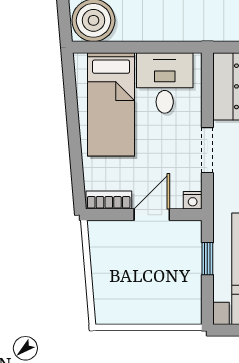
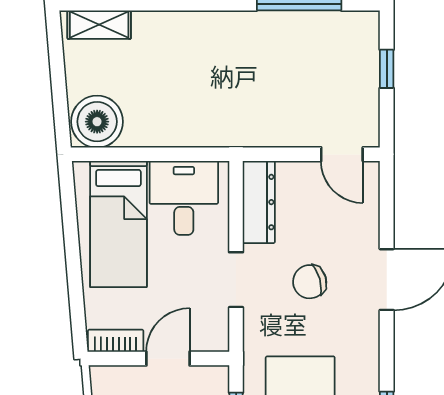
nightstand: (193, 200) -> (218, 341), removed

